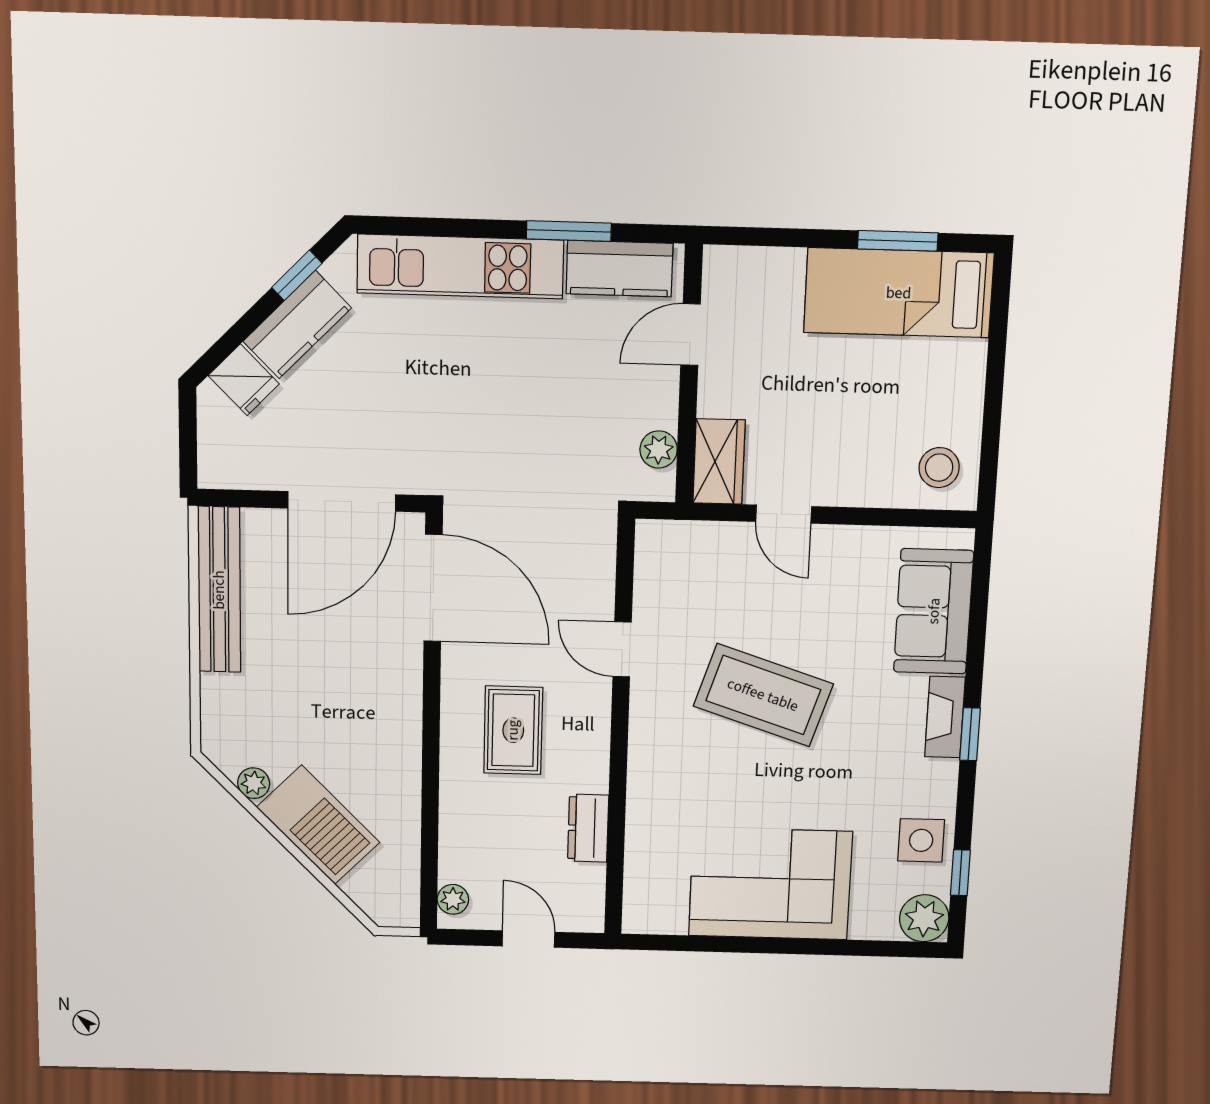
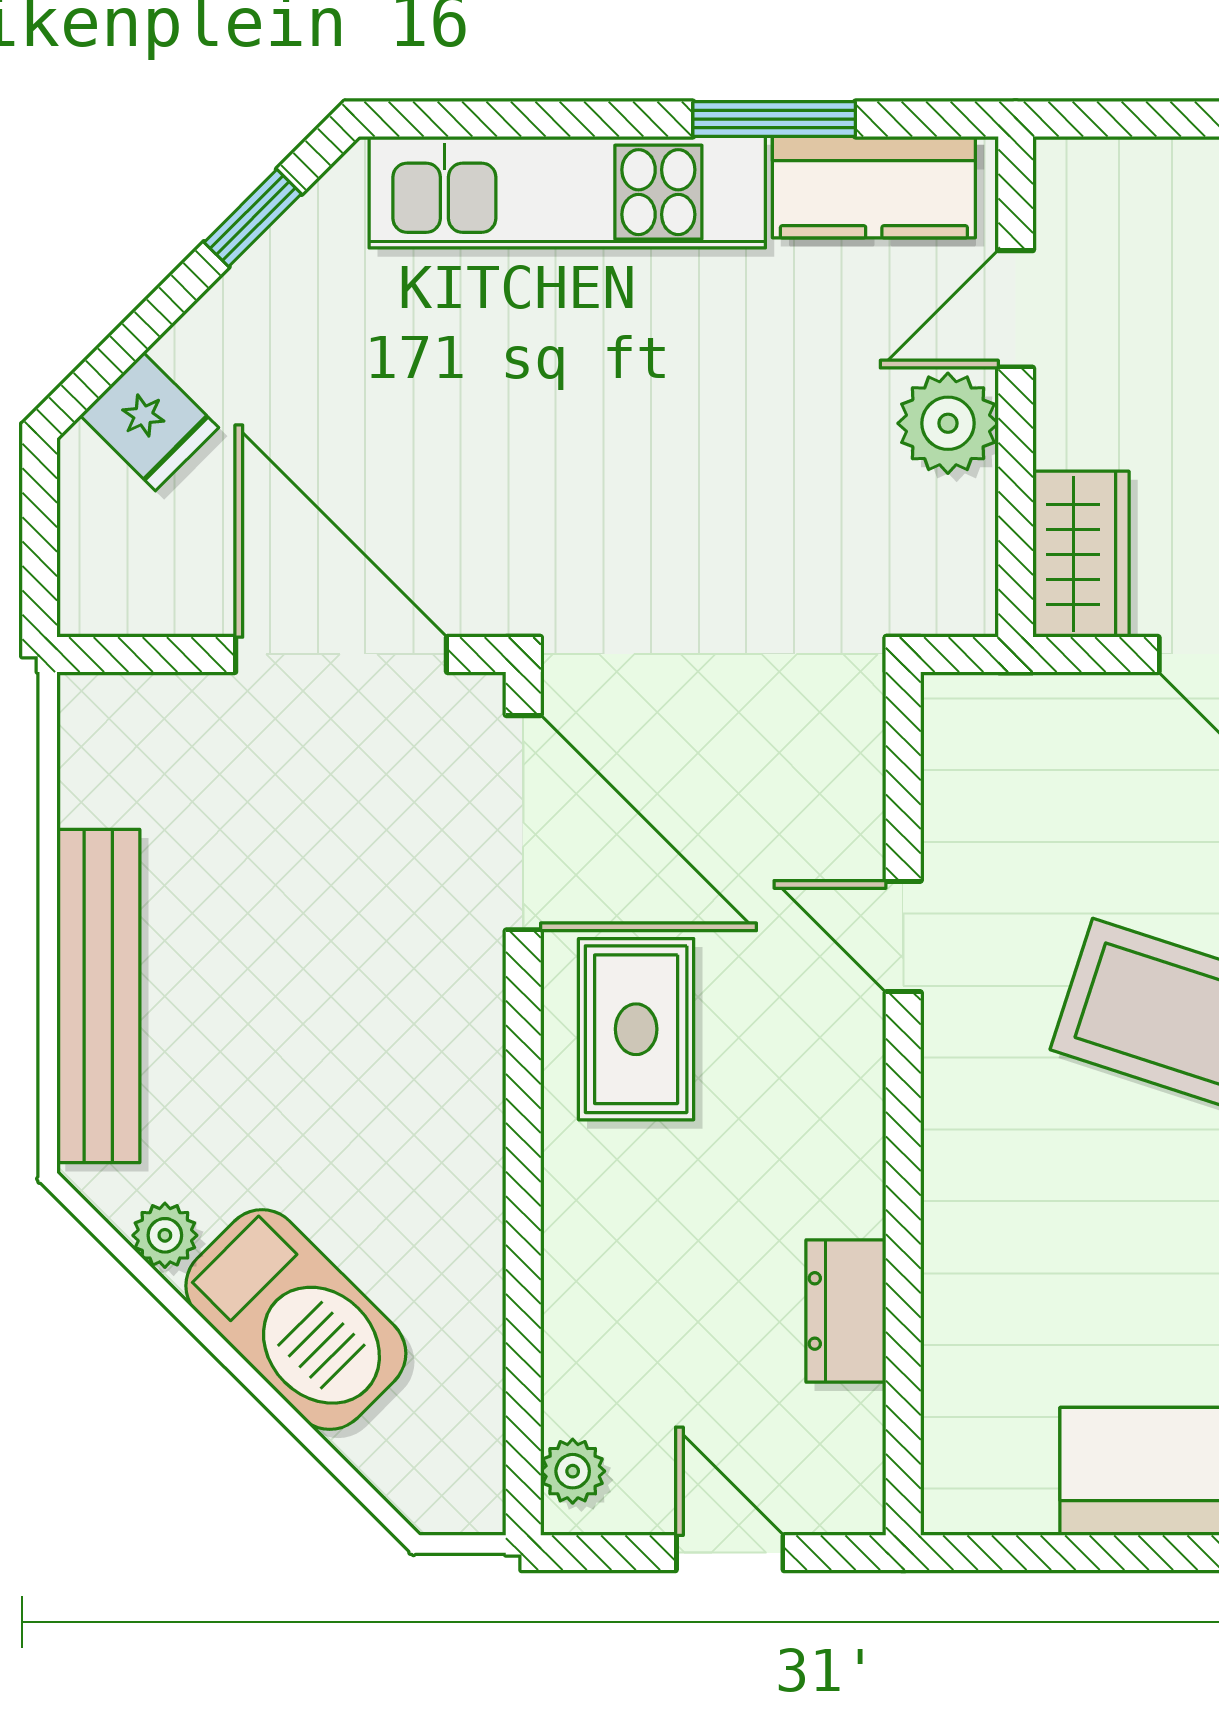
kitchen counter: (297, 325) -> (253, 312), removed
plant: (659, 450) -> (948, 423), moved, width x1.38, depth x1.38
door: (342, 501) -> (341, 654), swing flipped
bench: (219, 590) -> (98, 996), moved
rug: (513, 730) -> (636, 1029), moved

